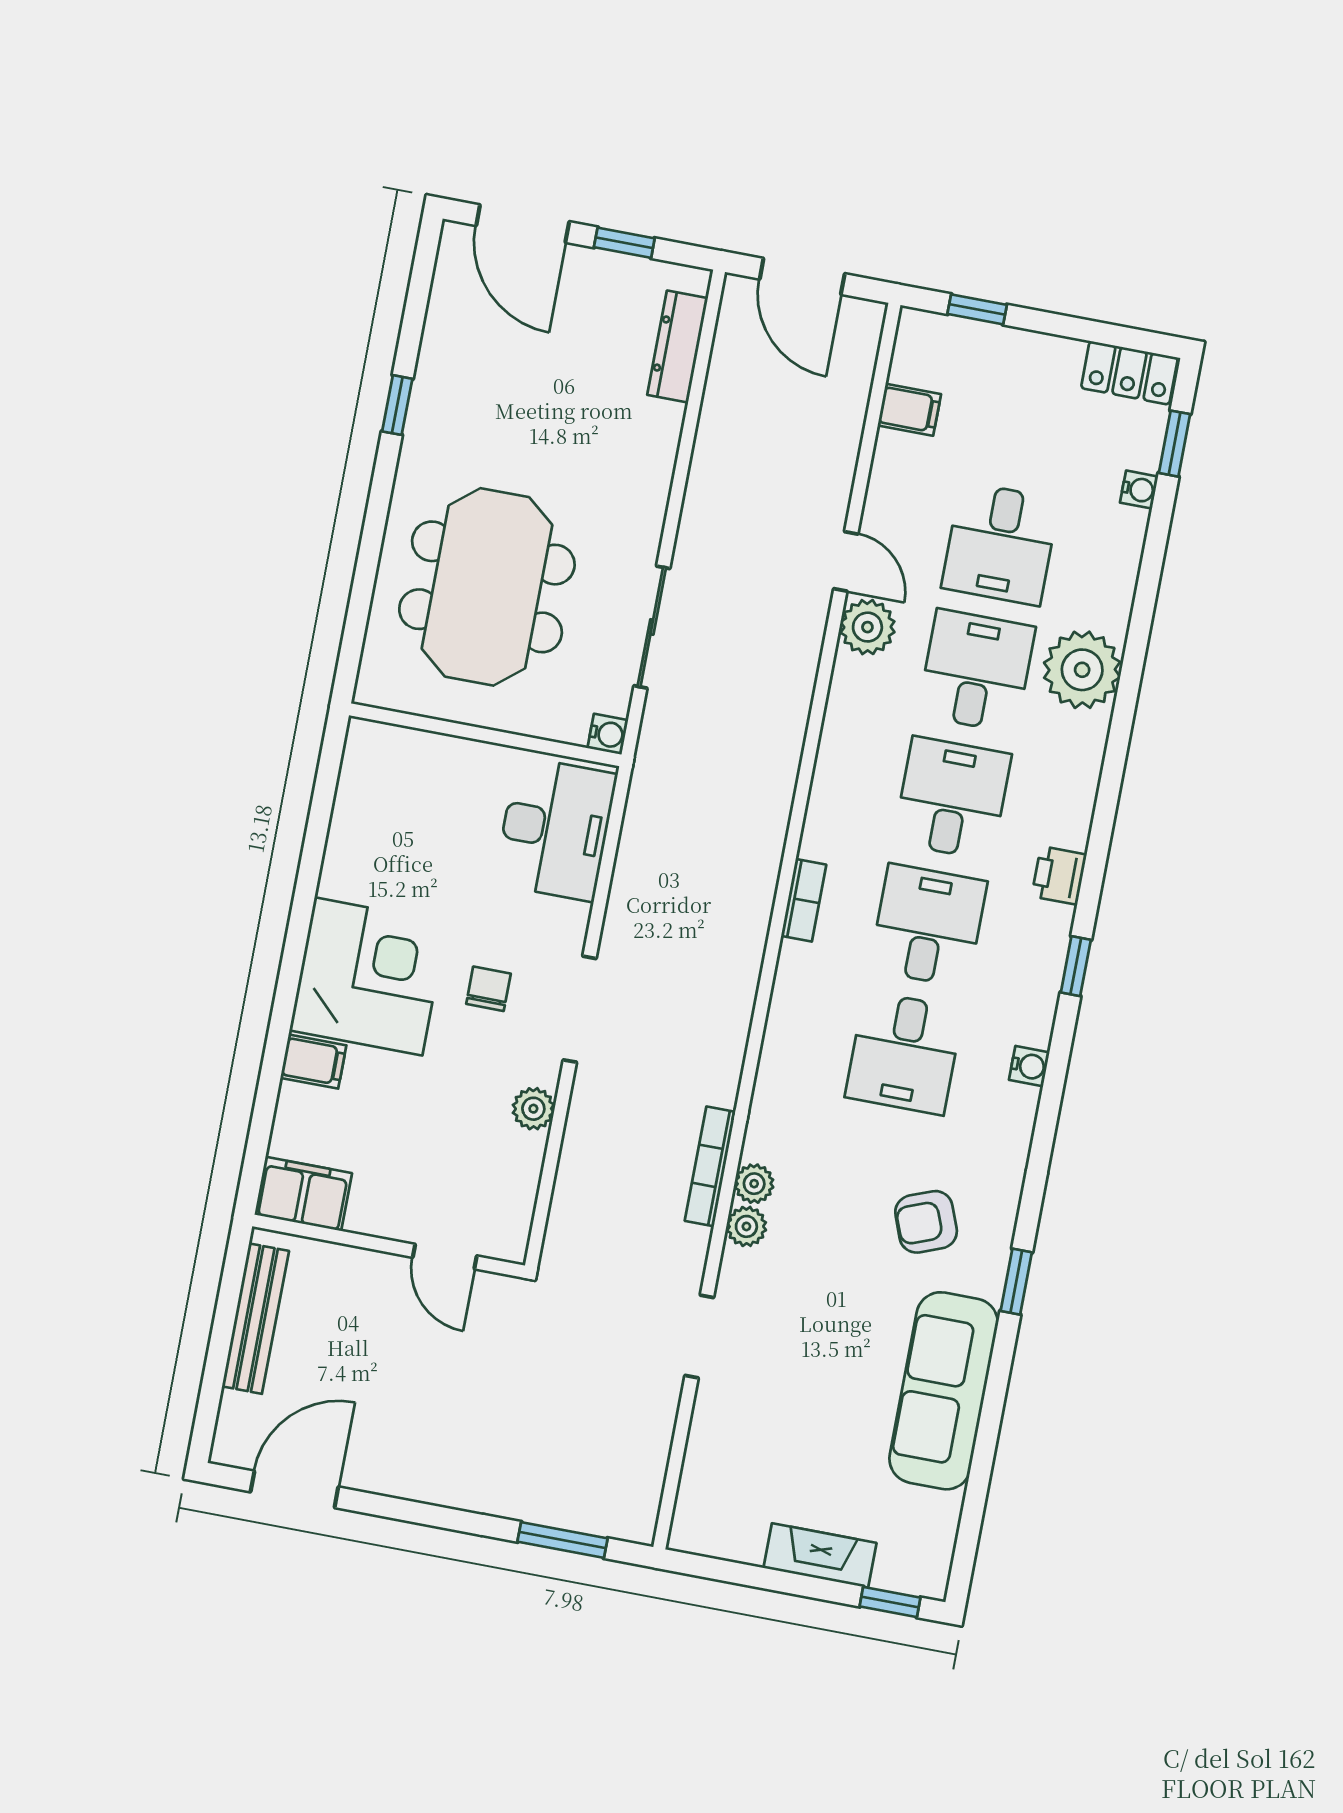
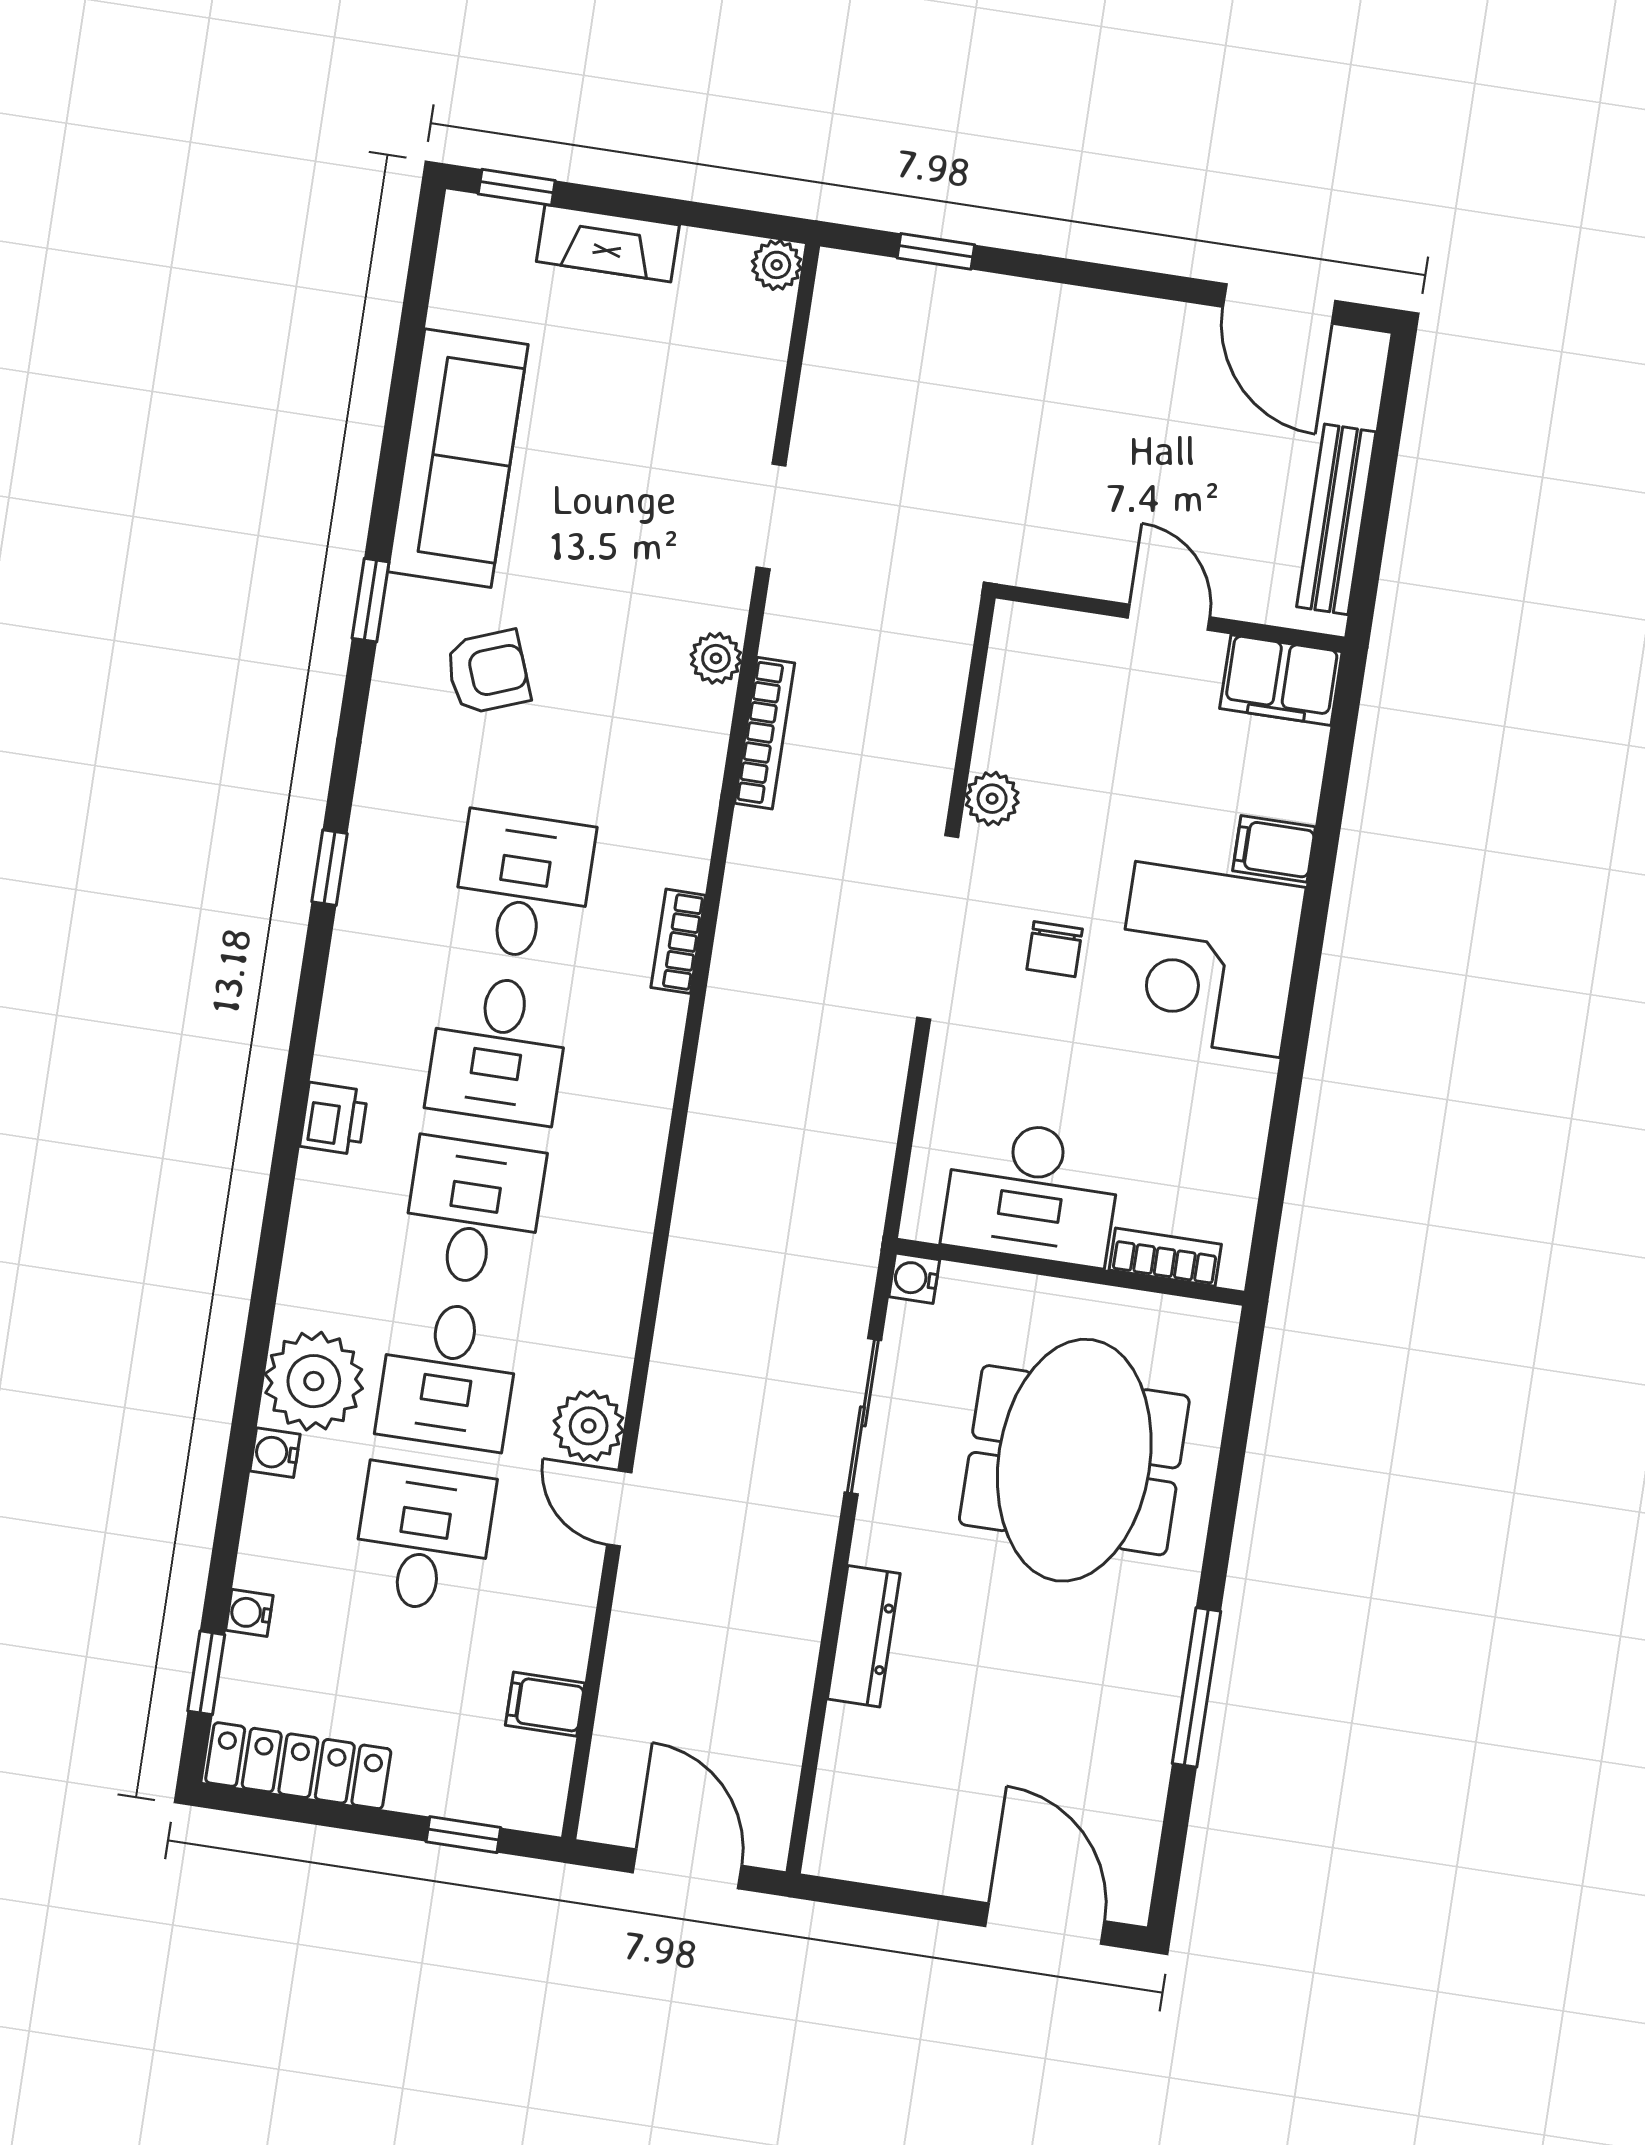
window: (624, 243) -> (915, 1904), removed
dresser: (678, 347) -> (864, 1636), moved
locker: (1129, 373) -> (298, 1766), width x1.53
window: (397, 405) -> (1196, 1687), width x2.17
bookcase: (410, 744) -> (1165, 1257), added
desk: (952, 798) -> (473, 1212), turned 180
desk: (555, 829) -> (1032, 1192), moved, turned -90
bookcase: (804, 900) -> (678, 941), moved
window: (1076, 966) -> (330, 868), moved
doorway: (580, 1009) -> (938, 927), width x1.36
water cooler: (1029, 1066) -> (275, 1453), moved
plant: (754, 1184) -> (777, 265), moved
door: (445, 1257) -> (1169, 617), moved
door: (294, 1489) -> (1279, 304), hinge flipped
window: (562, 1540) -> (936, 251), width x0.67

